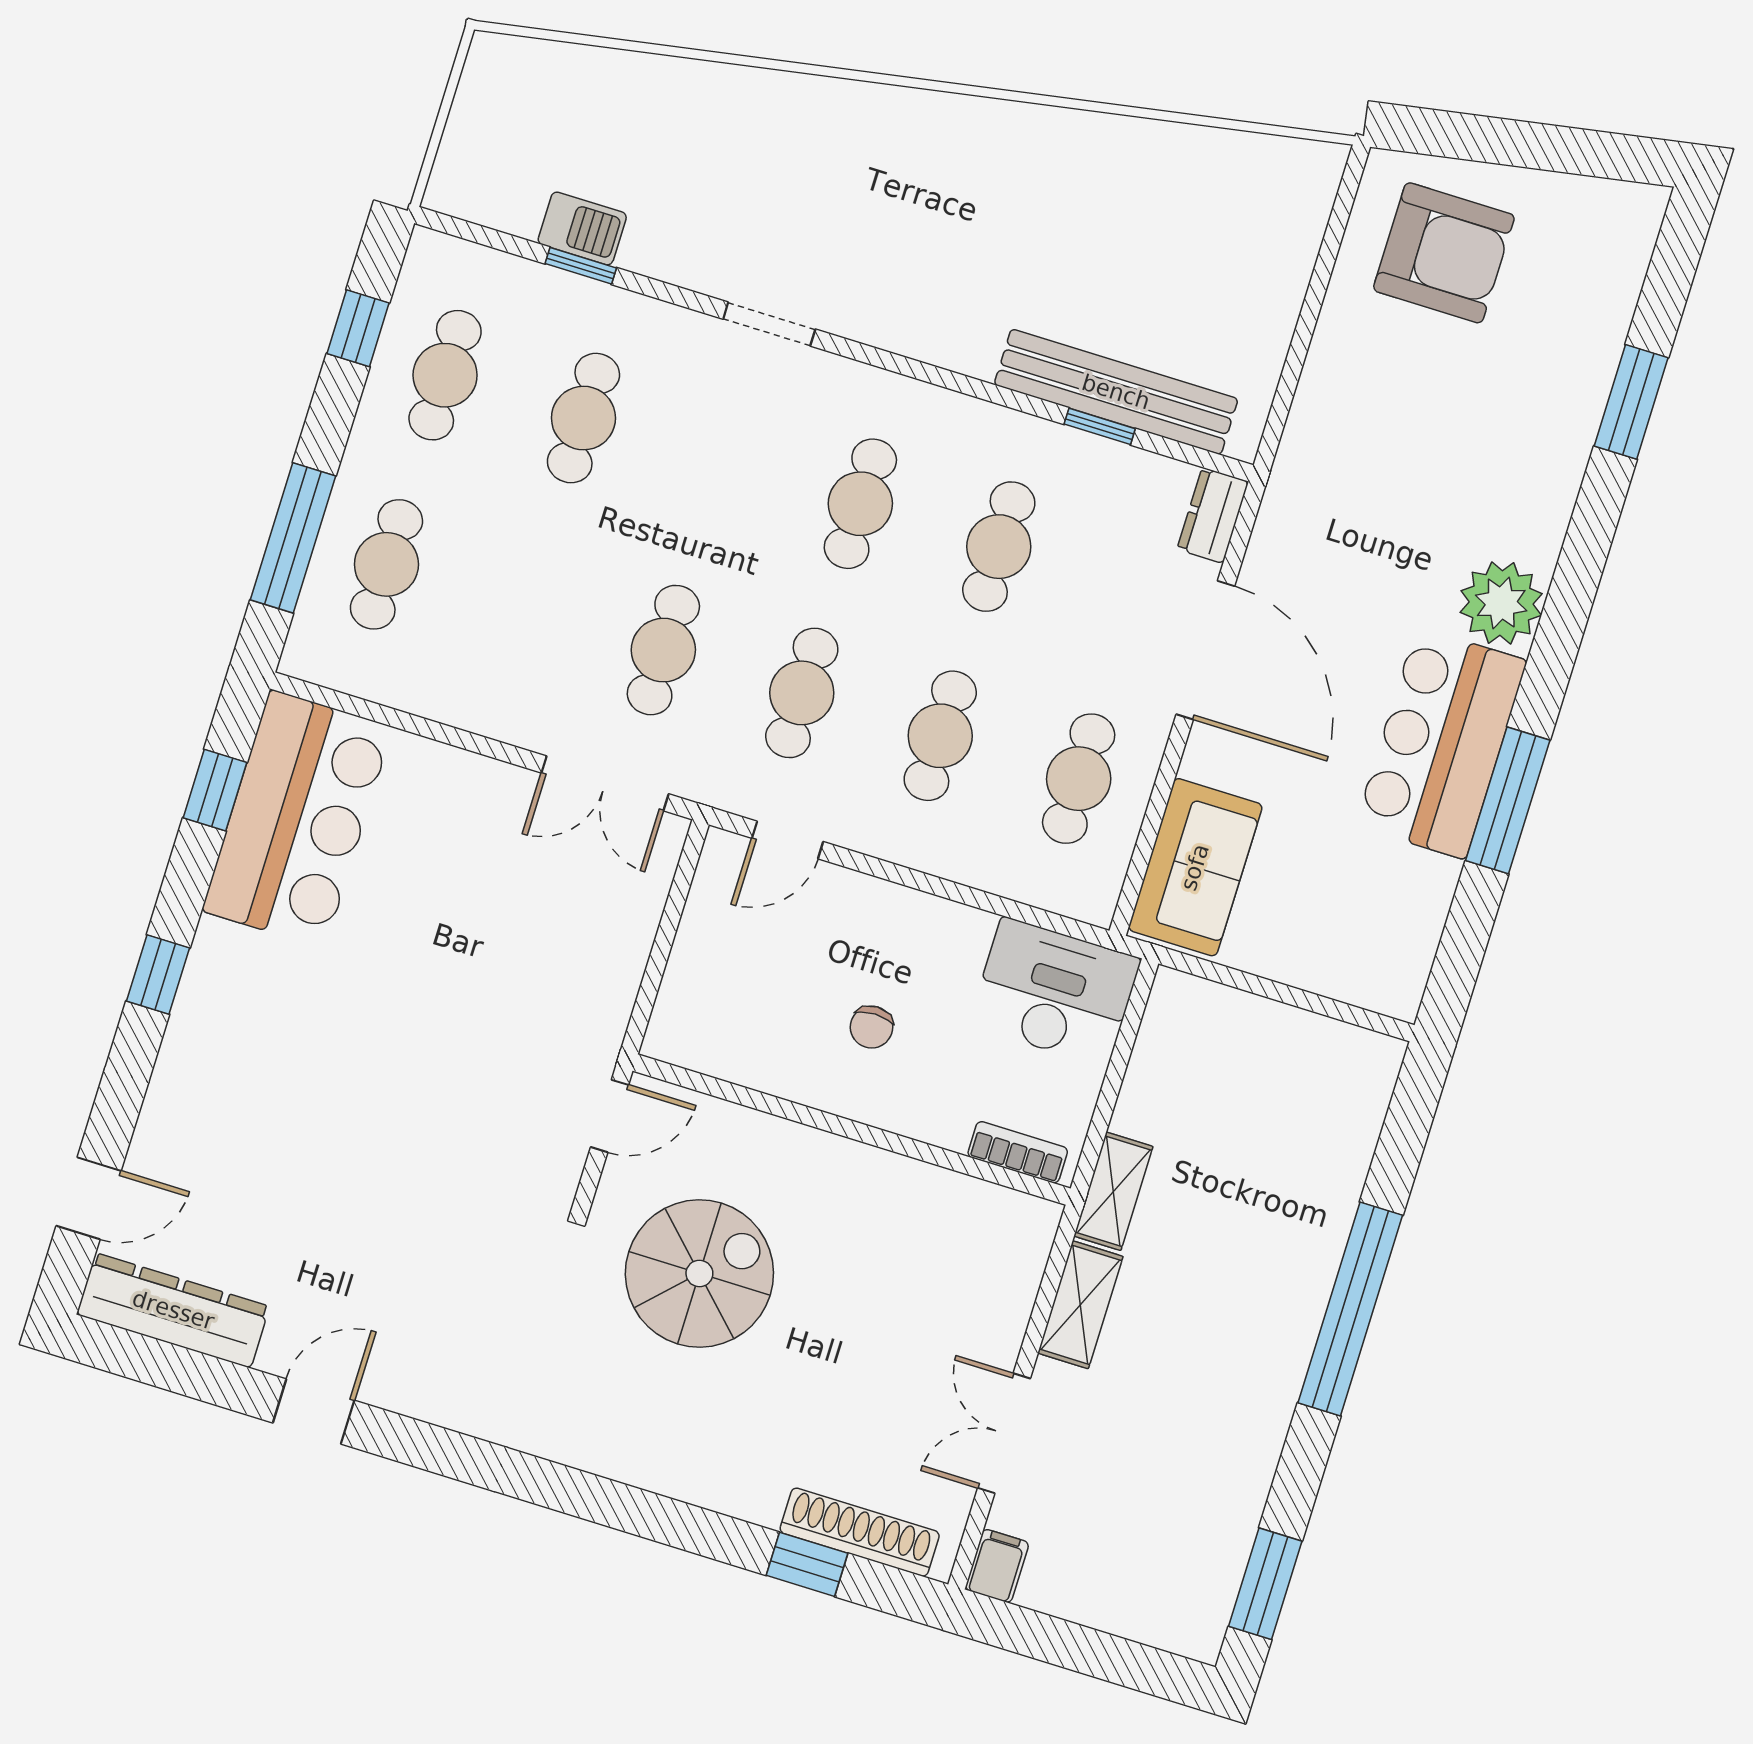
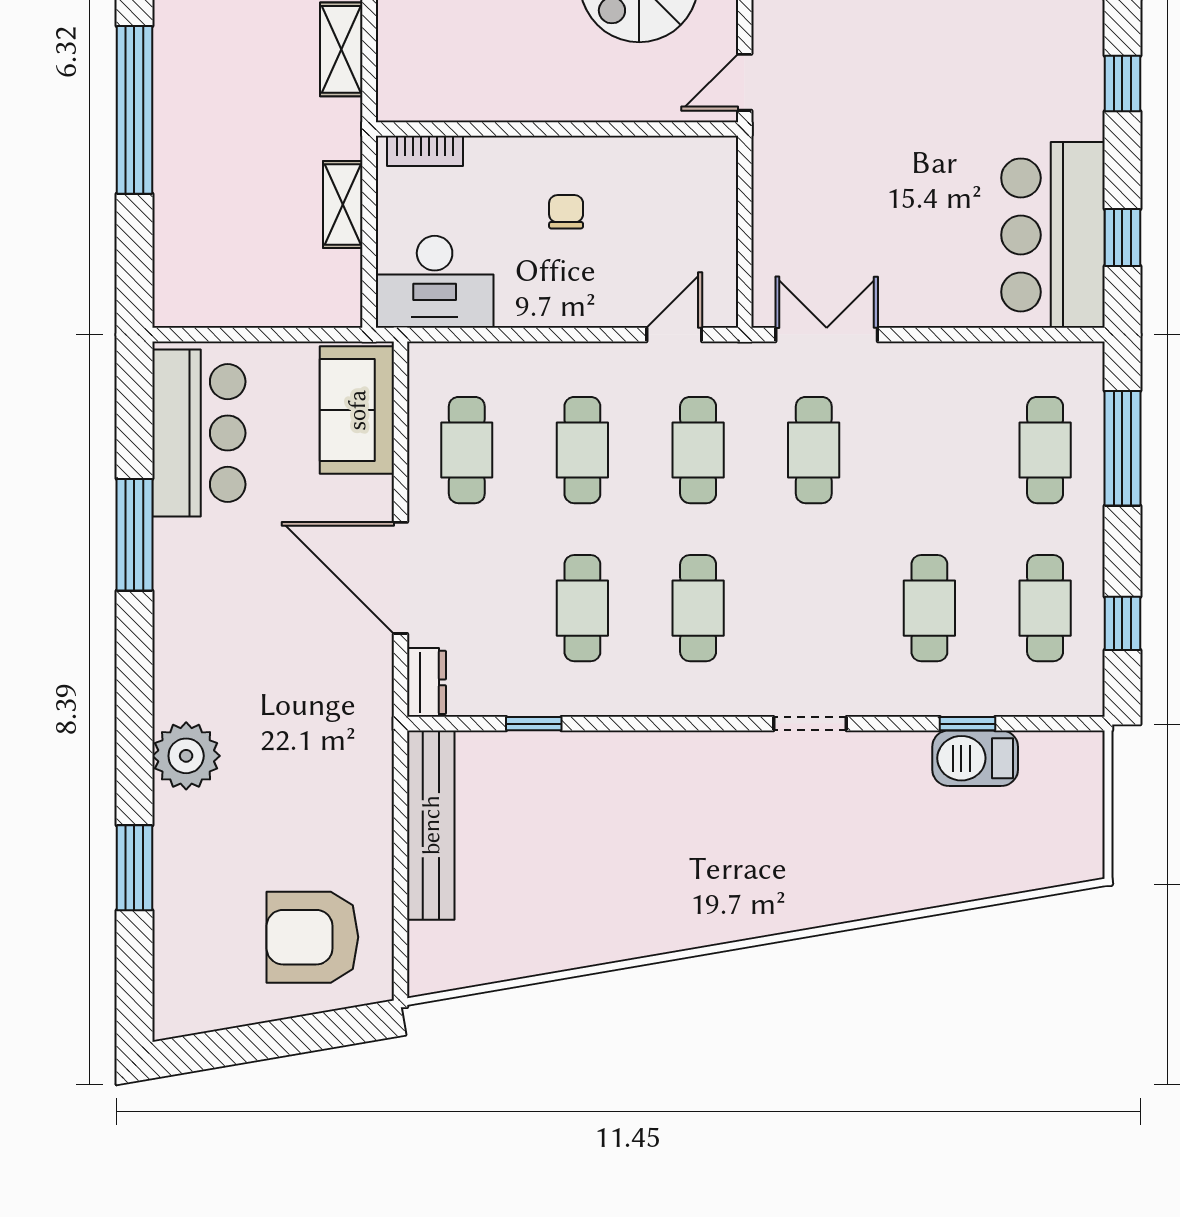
barbecue: (582, 228) -> (975, 758), width x1.38, depth x1.27
bench: (1116, 392) -> (431, 825), moved, turned 90
plant: (1501, 603) -> (186, 756), moved
bar counter: (1441, 743) -> (199, 433), moved
shelving: (1113, 1191) -> (343, 204), moved

